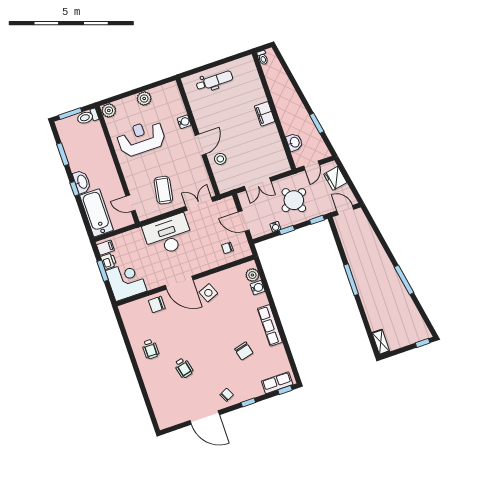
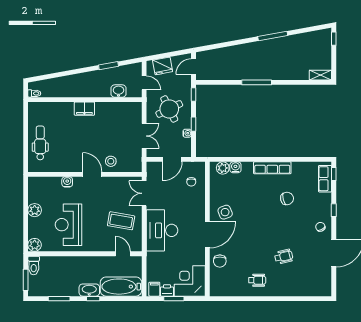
door: (131, 203) -> (123, 254), swing flipped

